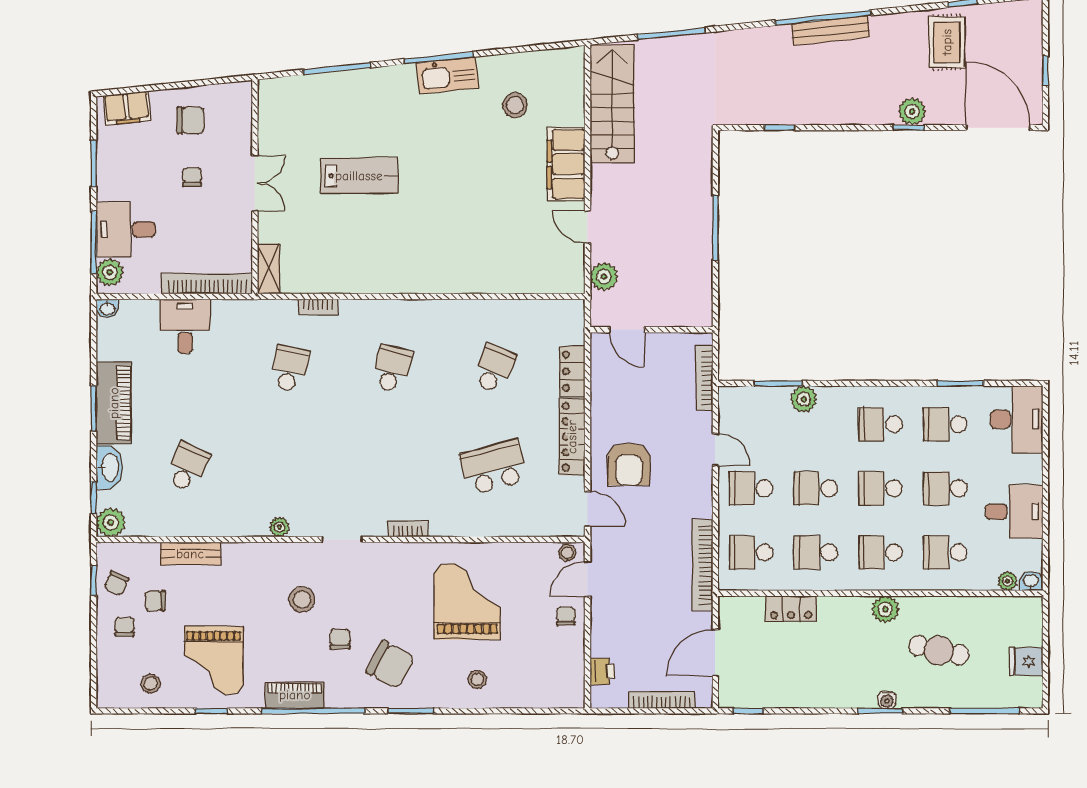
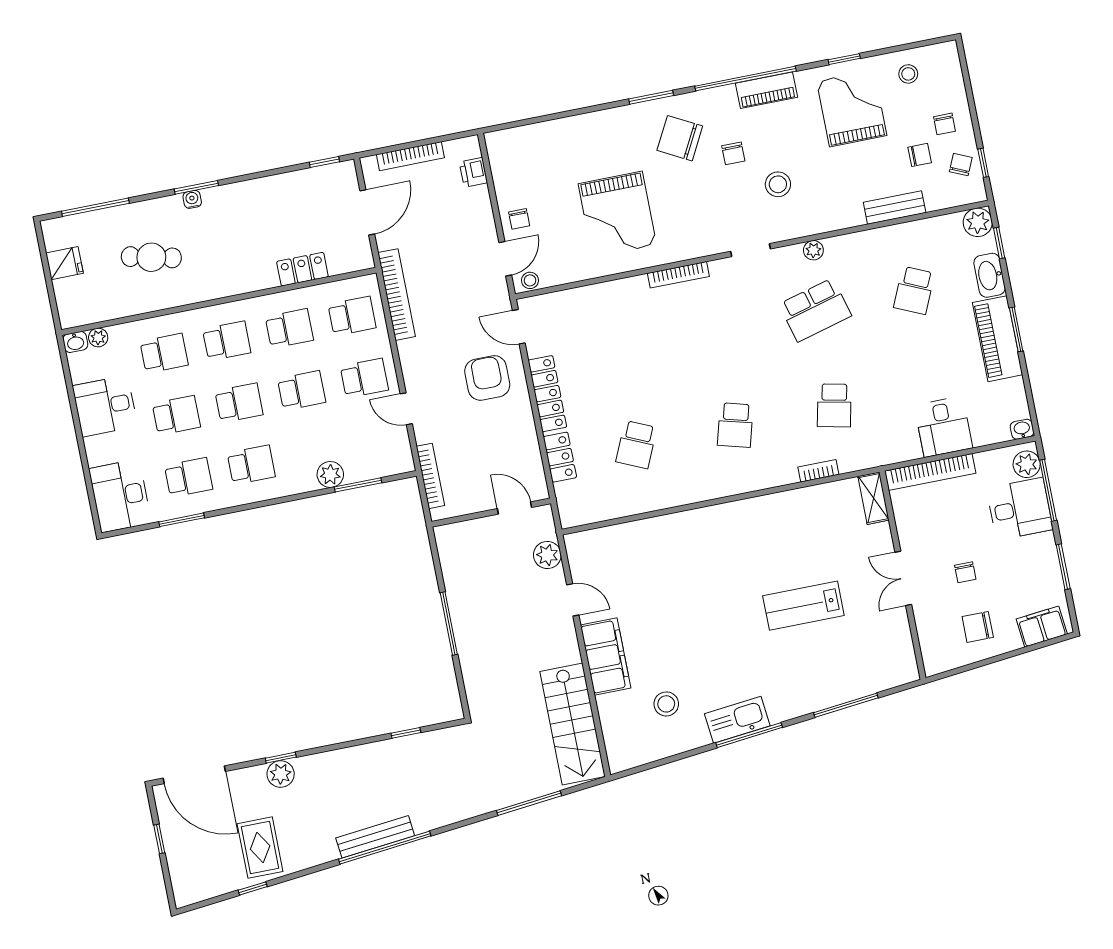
school desk: (494, 467) -> (815, 310), moved
bookcase: (408, 529) -> (678, 275), width x1.56
plant: (885, 609) -> (211, 287), removed
stool: (477, 679) -> (593, 141), removed

